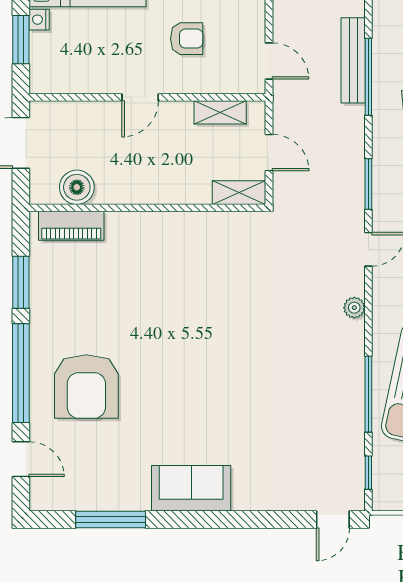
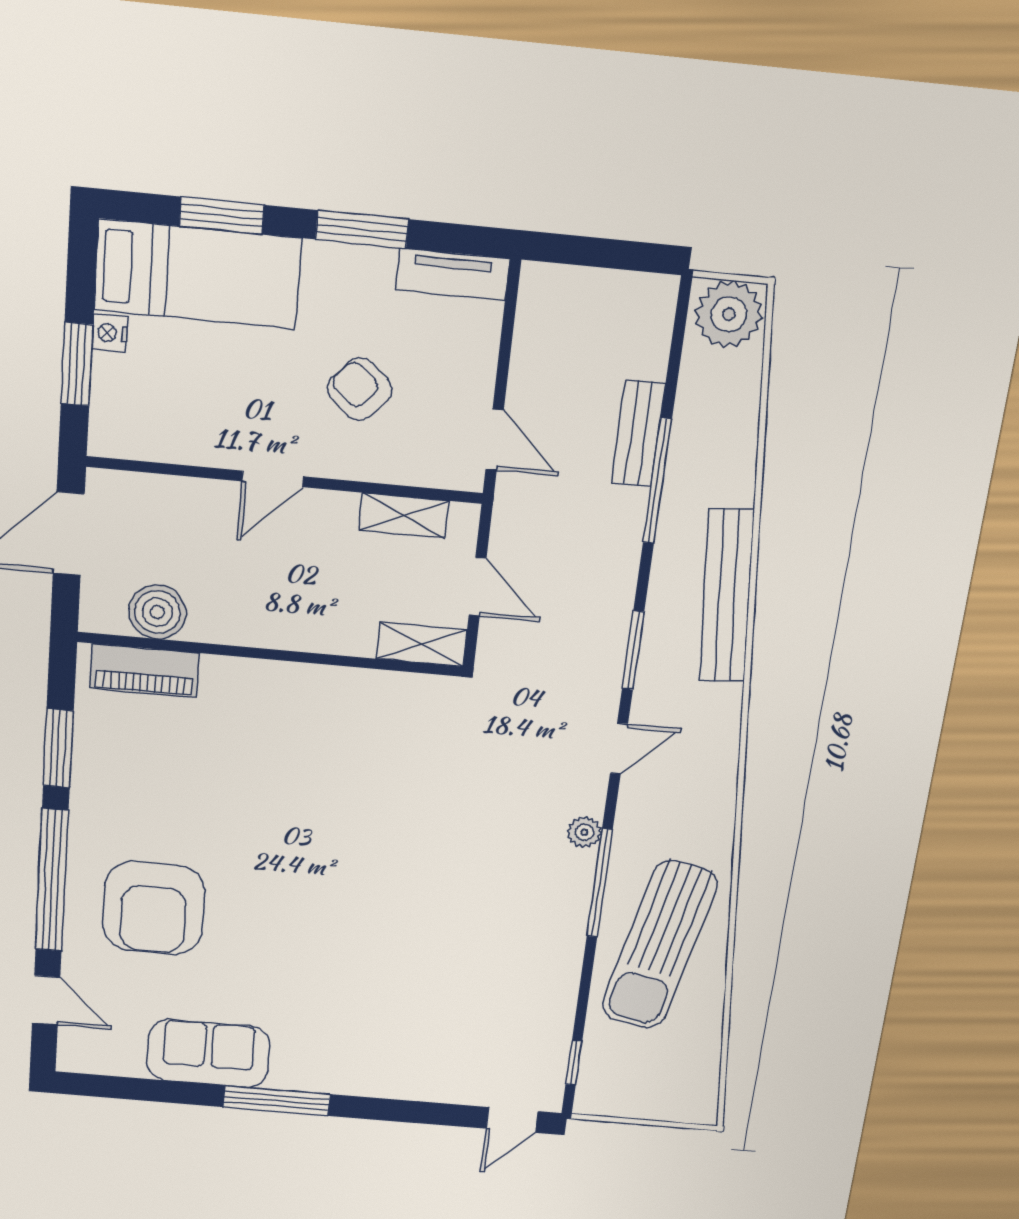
armchair: (187, 39) -> (360, 389), turned -138
bench: (353, 60) -> (638, 433), width x0.73
window: (368, 394) -> (600, 883), moved
sofa: (191, 488) -> (208, 1053), moved
window: (111, 520) -> (276, 1101), moved

